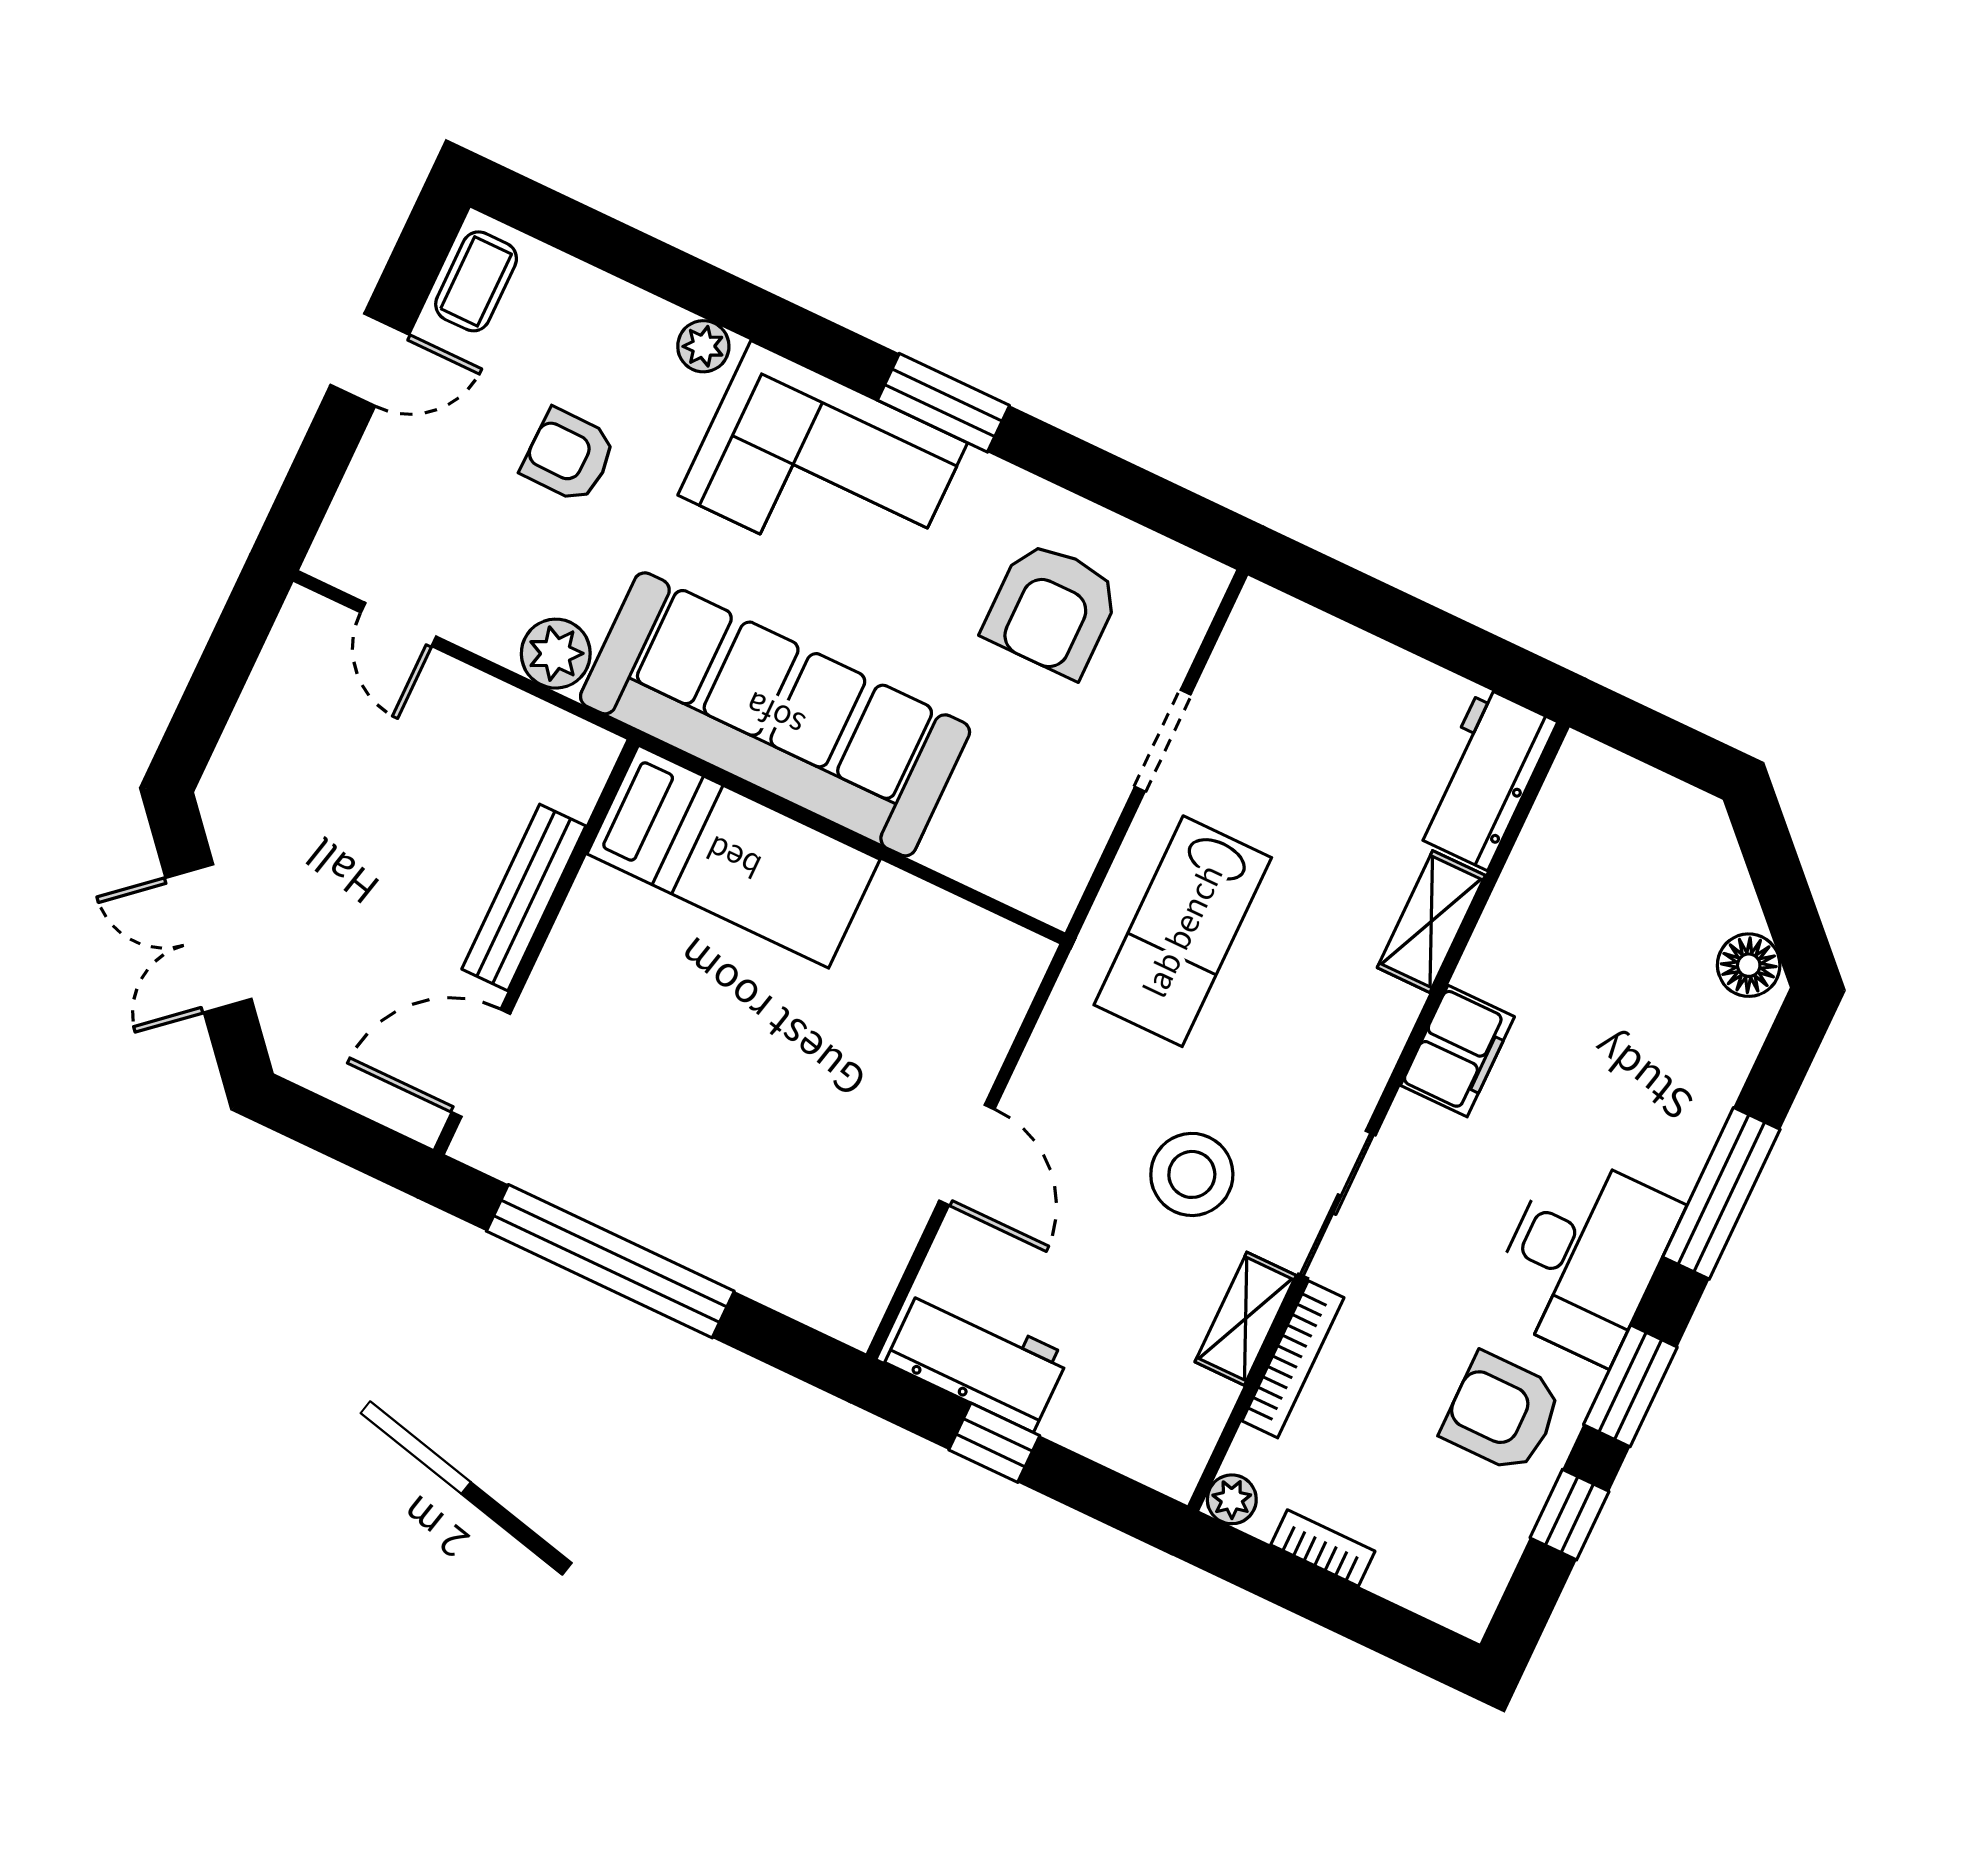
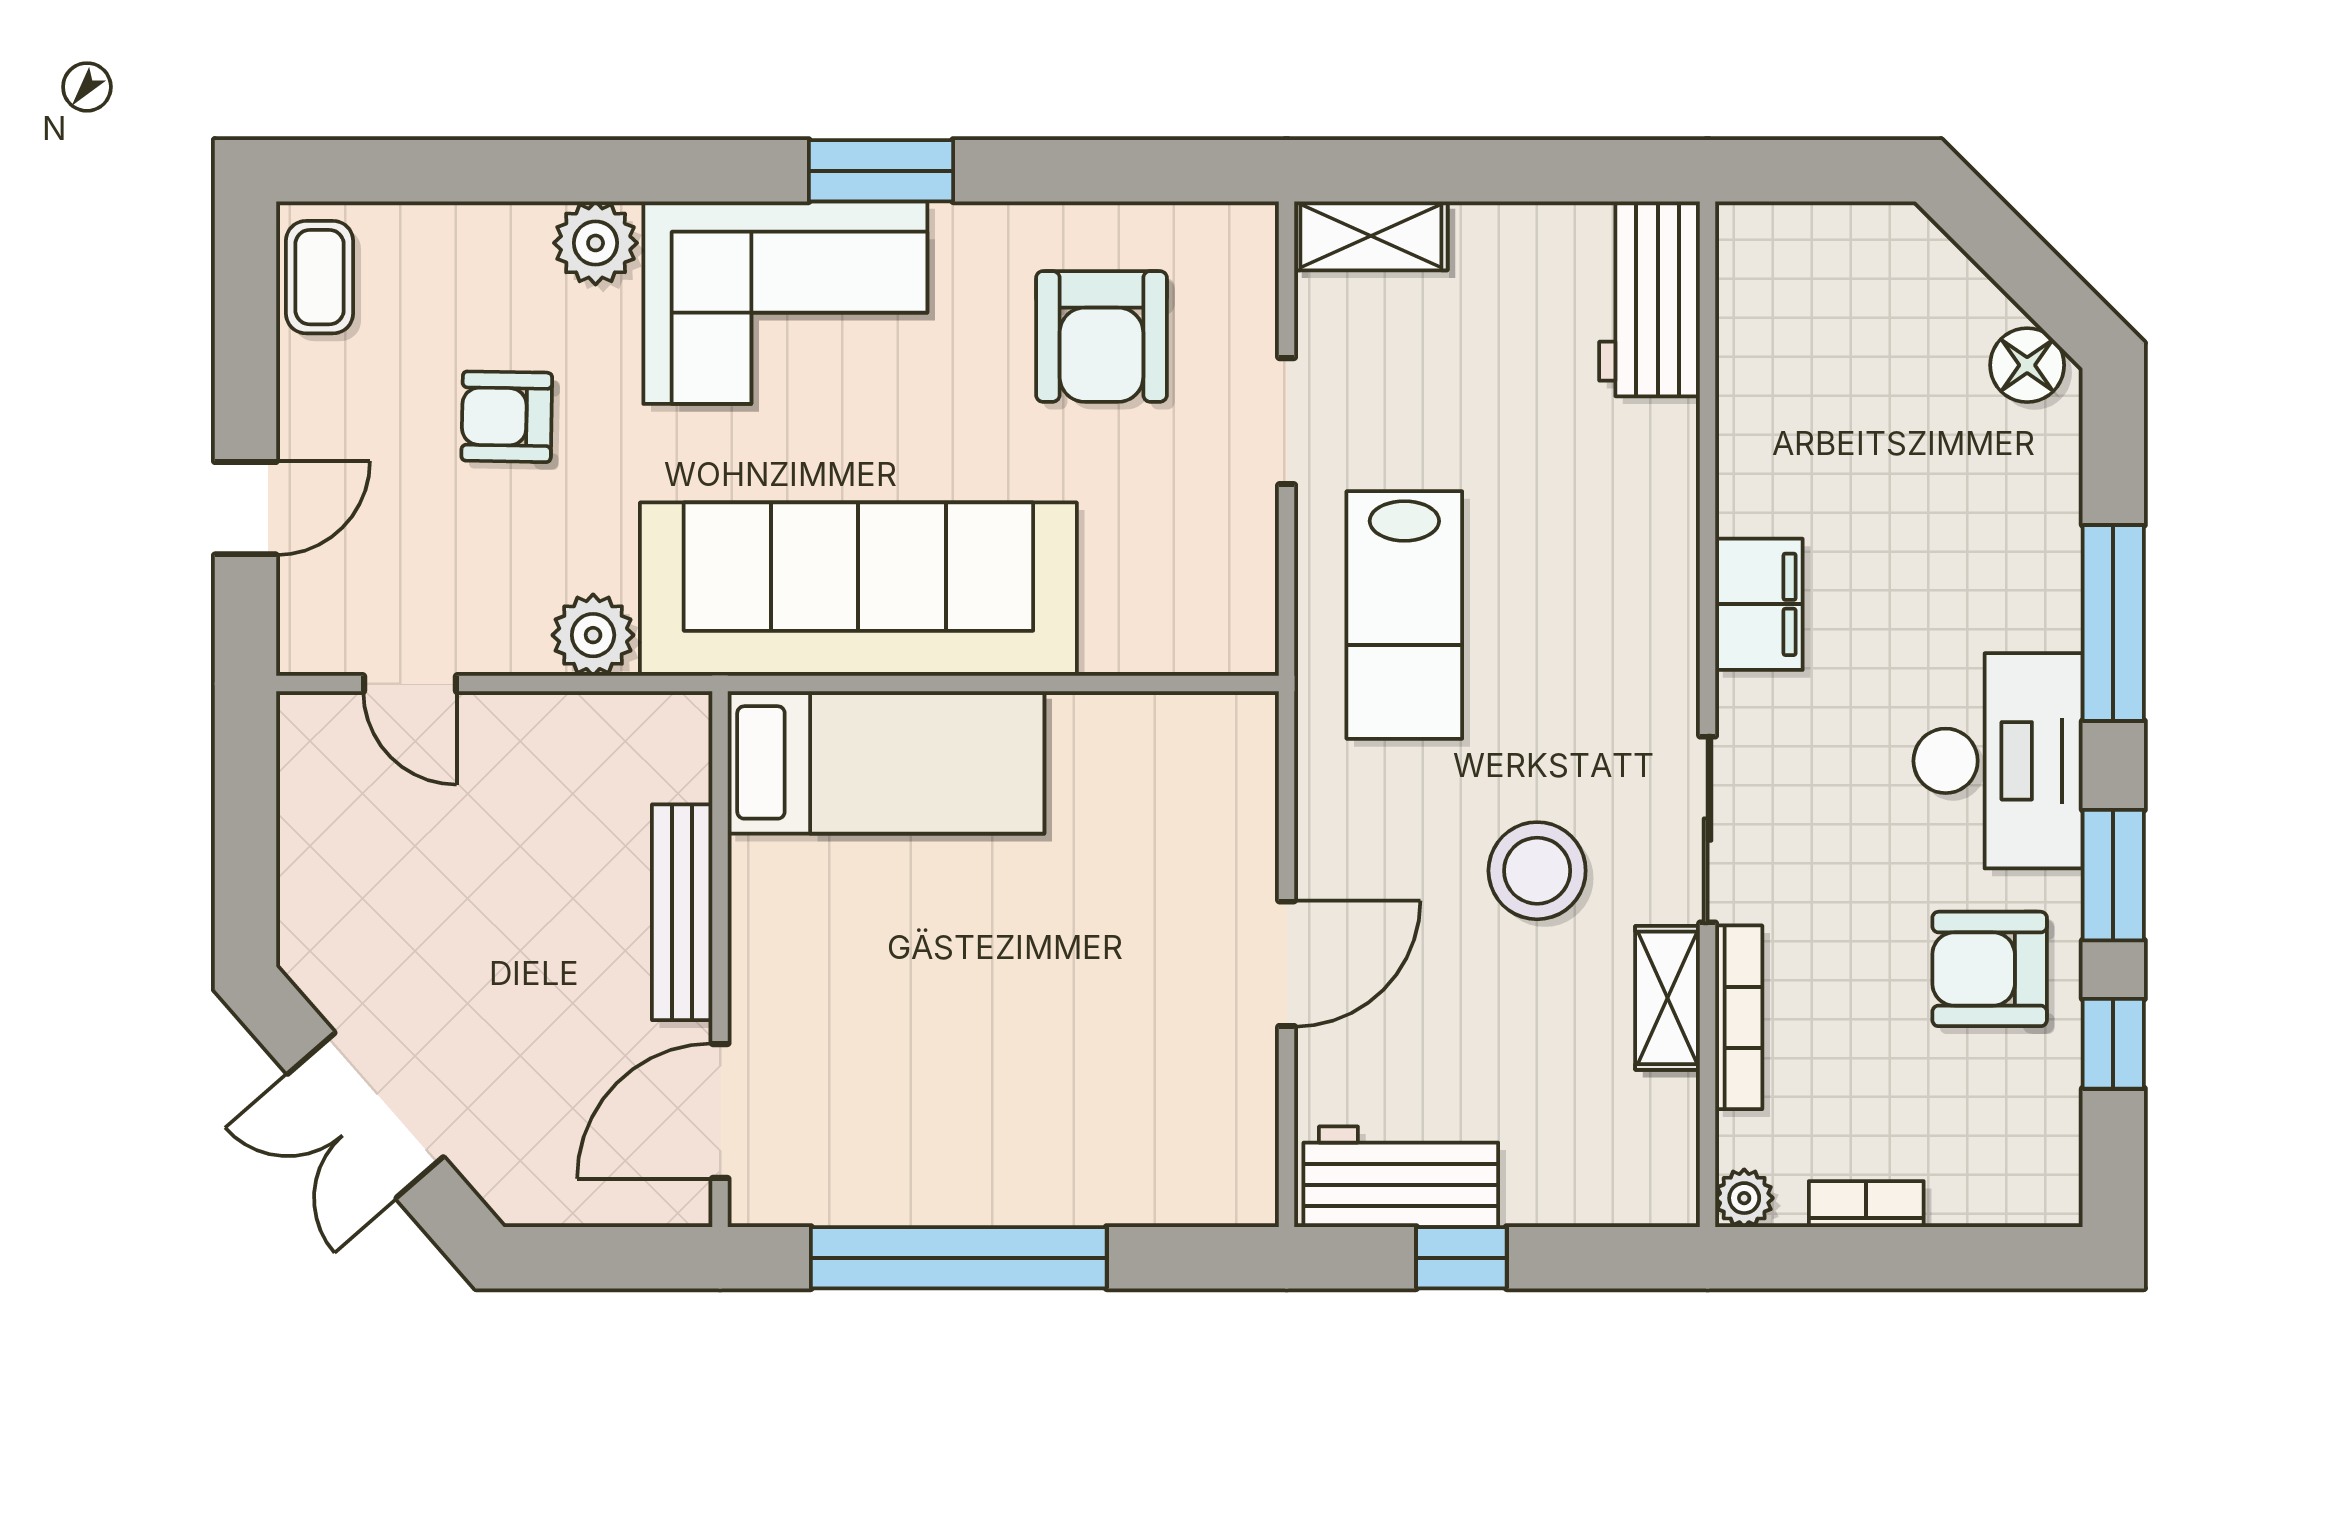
plant: (703, 346) -> (596, 243), width x1.38, depth x1.38
door: (370, 360) -> (245, 508), moved
shelving: (1431, 922) -> (1371, 236), moved, turned 90
door: (967, 1155) -> (1287, 964), hinge flipped

